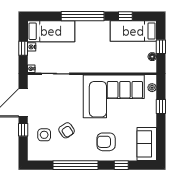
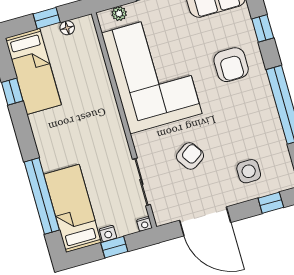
window: (83, 16) -> (42, 196), moved
window: (23, 130) -> (271, 203), moved
armchair: (67, 130) -> (190, 156), moved

